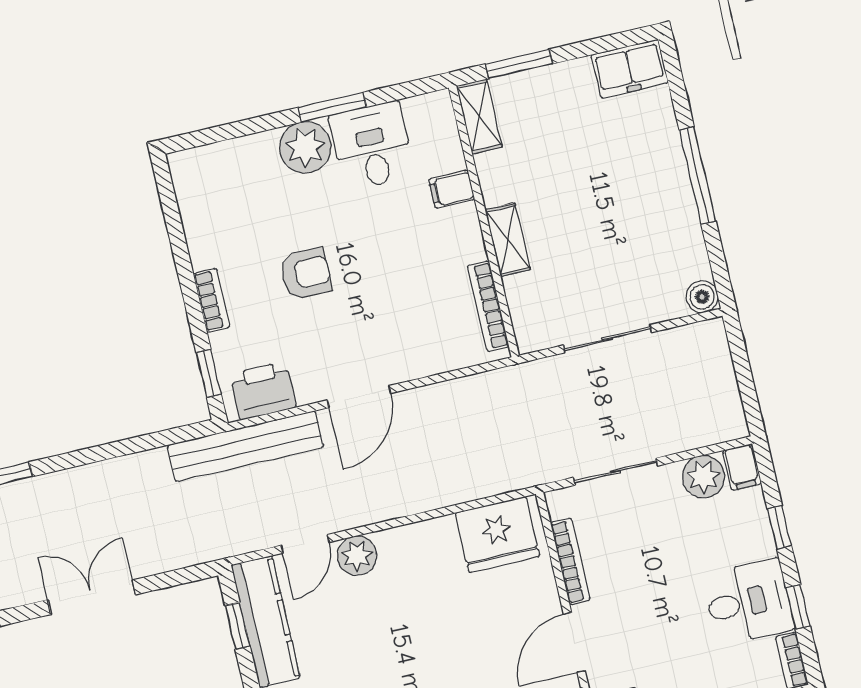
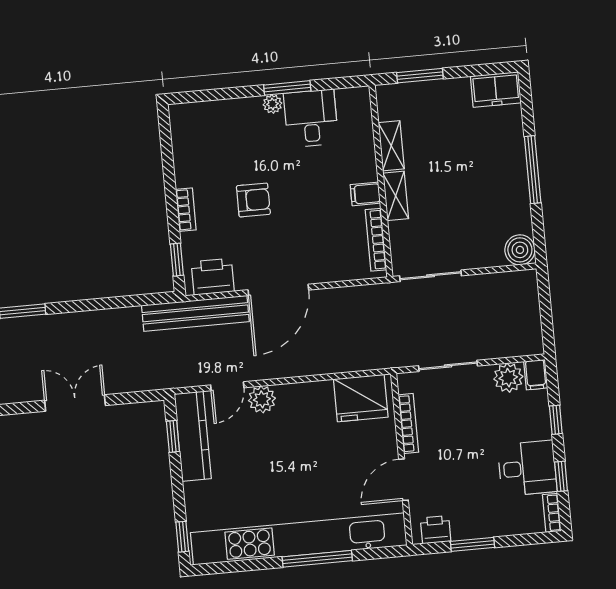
shelving: (479, 116) -> (391, 146), moved
plant: (305, 147) -> (272, 104), width x0.53, depth x0.53
filing cabinet: (452, 189) -> (365, 194), moved
boiler: (702, 297) -> (520, 250), width x1.36, depth x1.36
sliding door: (608, 339) -> (431, 276), moved
door: (359, 397) -> (278, 290), width x1.36

